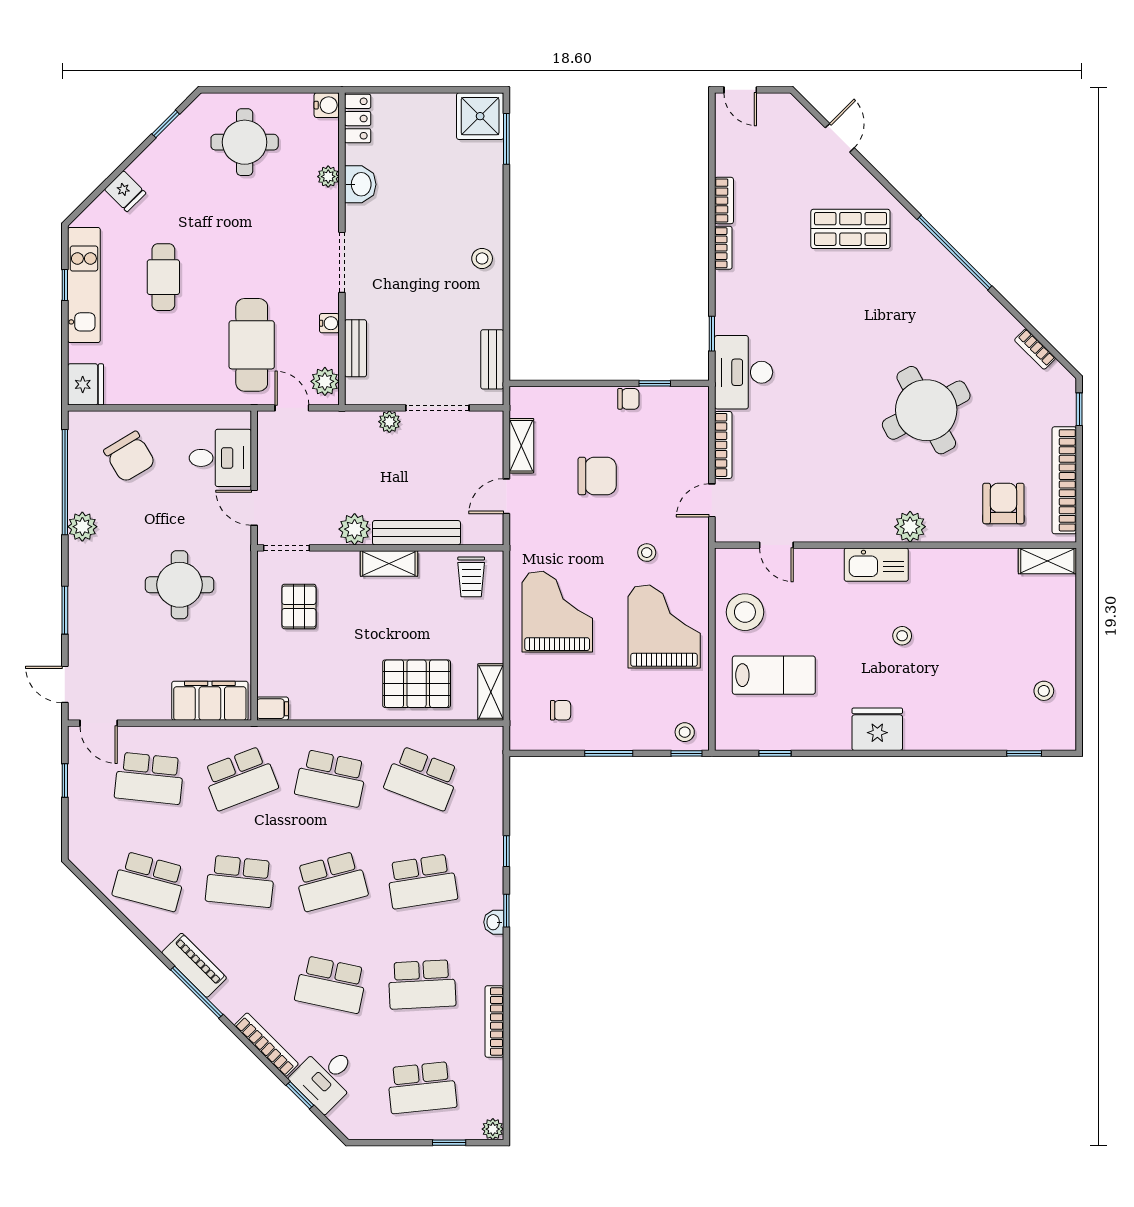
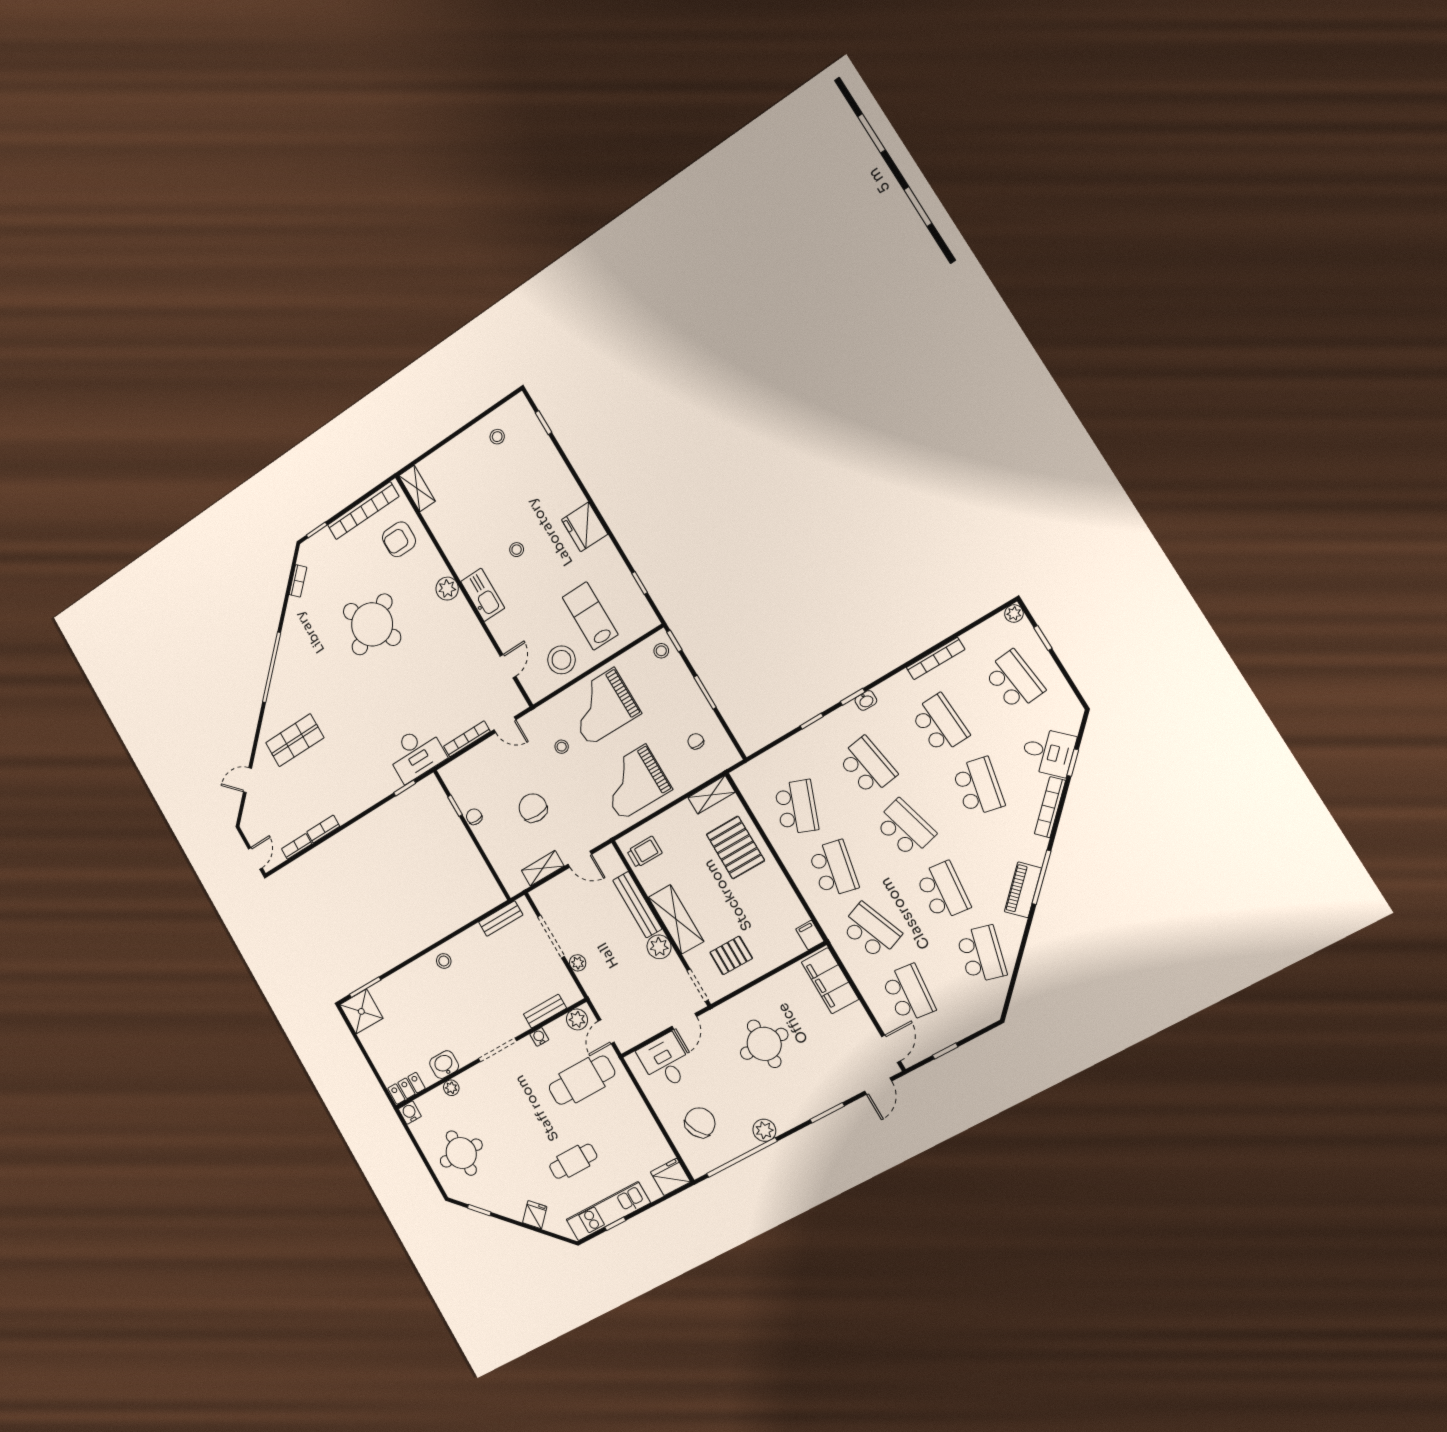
shop shelf: (850, 229) -> (295, 740), turned 90
bookcase: (723, 248) -> (297, 846), moved
shelving: (389, 563) -> (676, 919), width x1.50, depth x1.33

